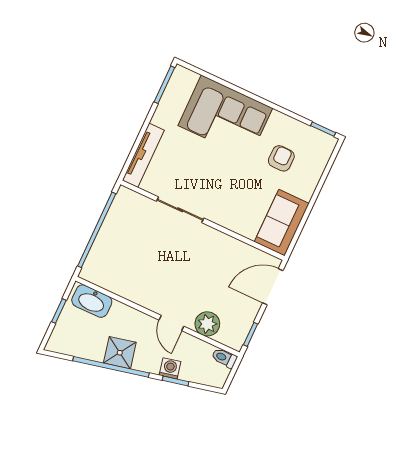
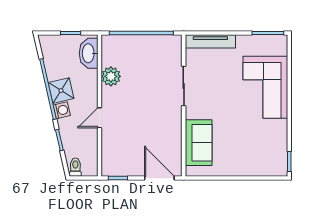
armchair: (281, 158) -> (254, 141), removed
sofa: (282, 223) -> (199, 143), moved, turned 90
plant: (207, 324) -> (111, 76), moved
toilet: (224, 358) -> (75, 167), moved
washing machine: (170, 368) -> (62, 110), moved

